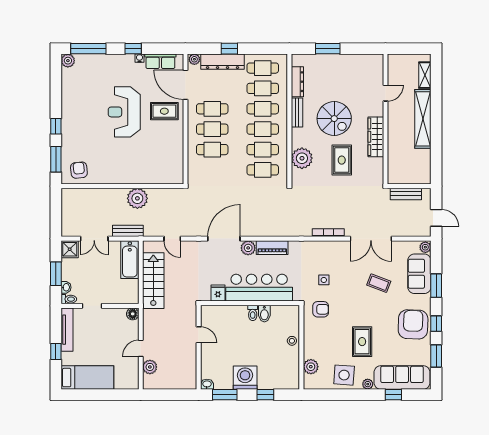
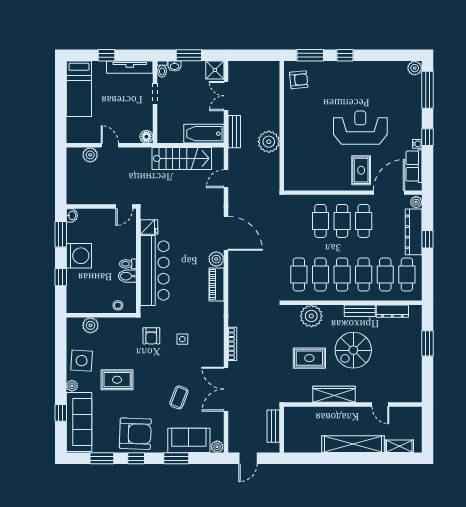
bar counter: (259, 288) -> (155, 271), moved
fridge: (218, 293) -> (149, 227), moved
wall: (250, 303) -> (138, 261), moved
toilet: (253, 313) -> (128, 264), moved
bidet: (264, 314) -> (127, 276), moved

